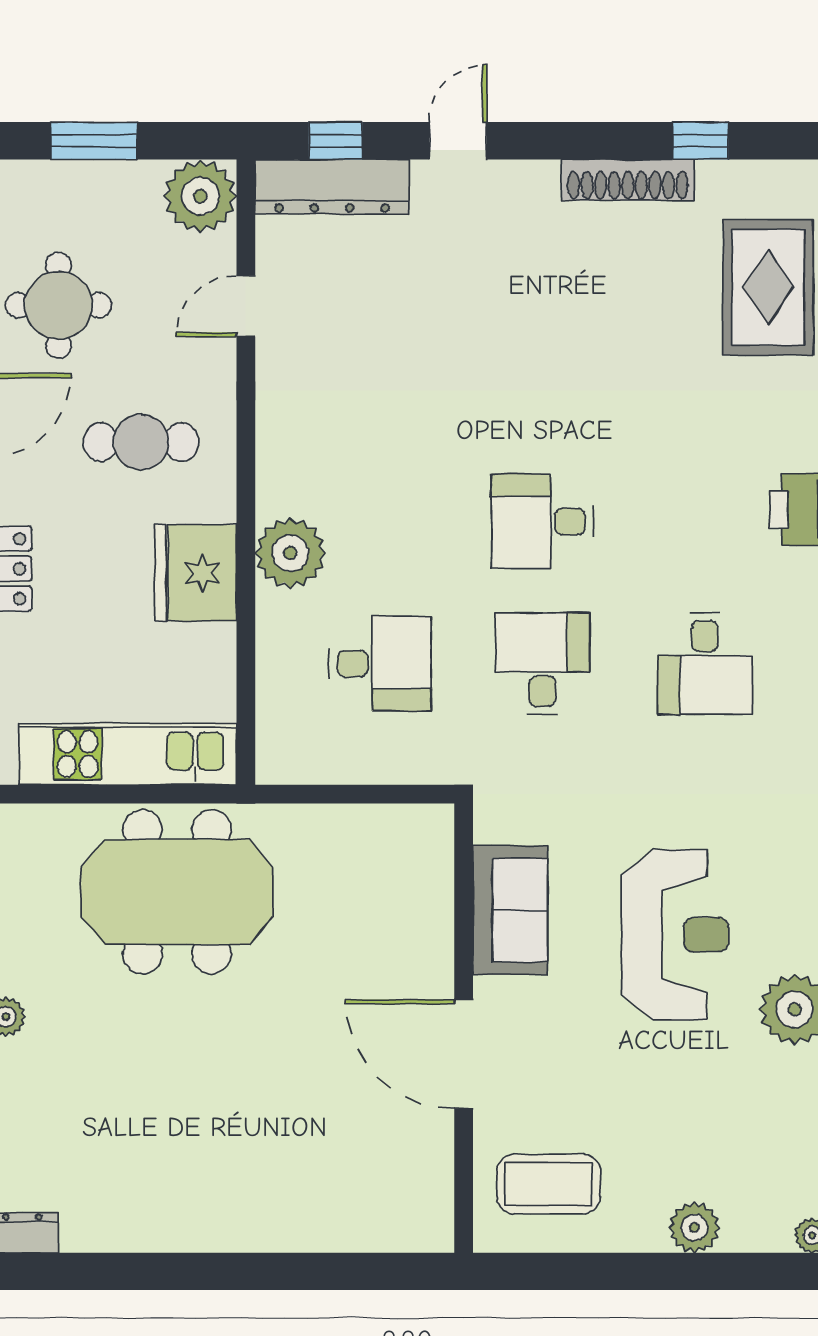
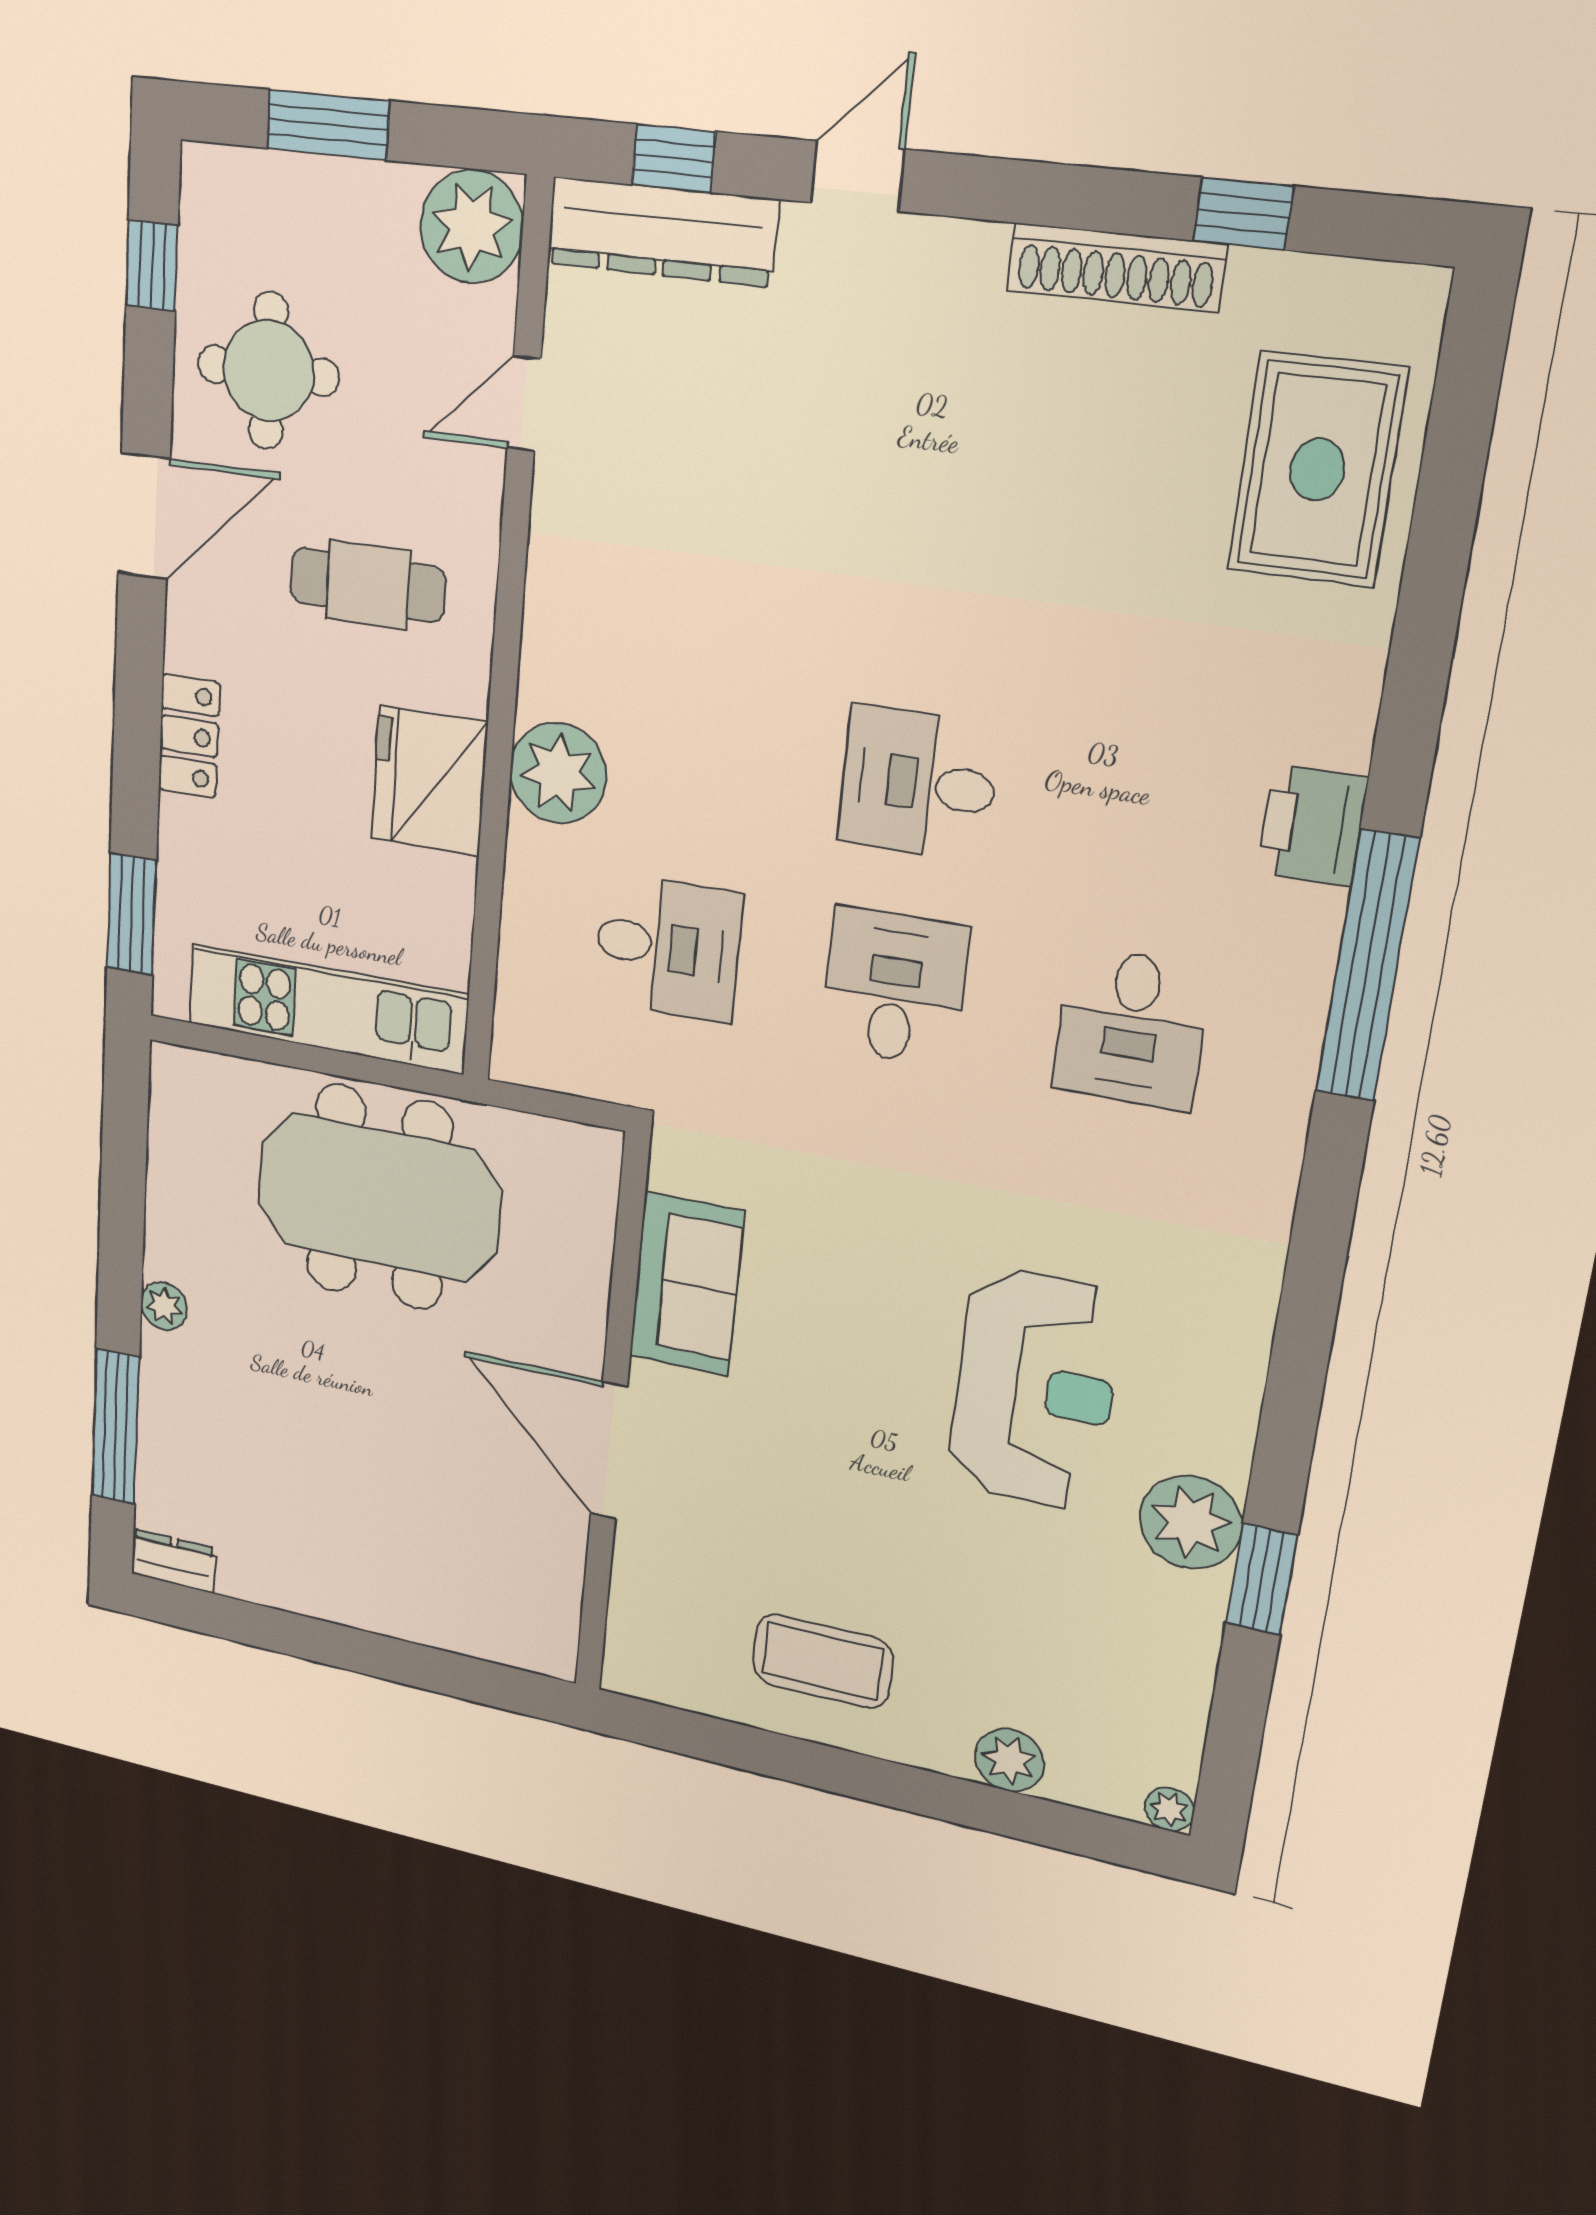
sofa: (510, 910) -> (687, 1284), moved
wall: (464, 1028) -> (612, 1419), moved
door: (464, 1054) -> (609, 1451), moved

